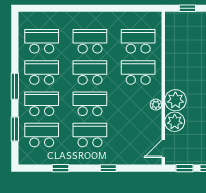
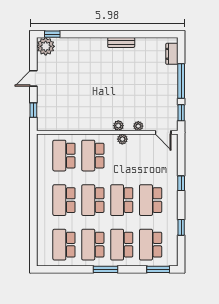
plant: (175, 100) -> (118, 126), width x0.53, depth x0.53
plant: (175, 122) -> (138, 126), width x0.53, depth x0.53
window: (15, 129) -> (158, 269), moved

